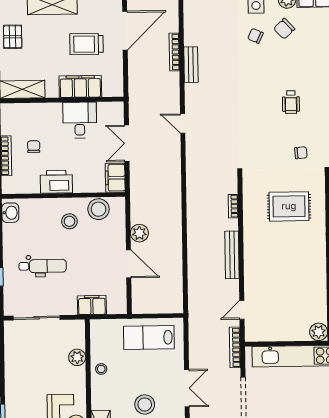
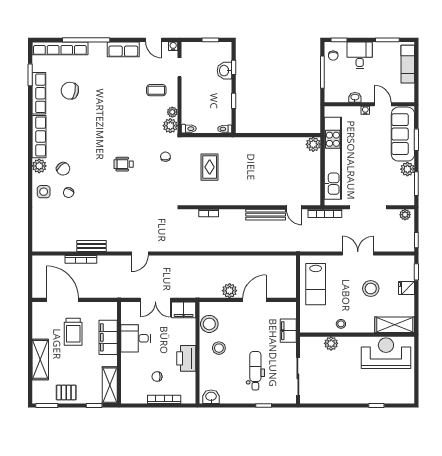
wheelchair: (291, 102) -> (124, 164), turned 180
rug: (289, 206) -> (210, 167), width x0.73, depth x0.70
bench: (232, 255) -> (266, 215), moved

